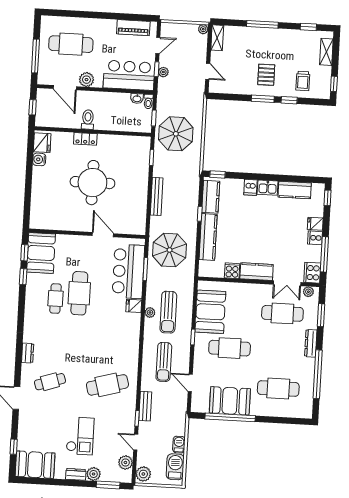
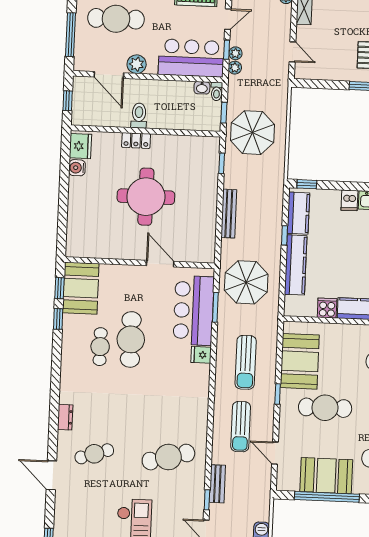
plant: (150, 312) -> (235, 68), moved

